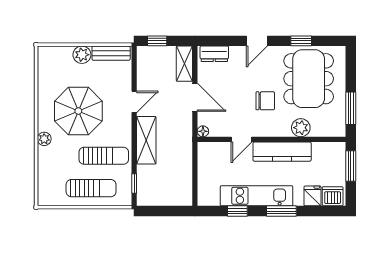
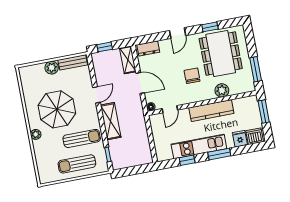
chair: (265, 101) -> (192, 76), turned -90
door: (241, 139) -> (170, 109), moved
sun lounger: (91, 188) -> (77, 164), turned 180

